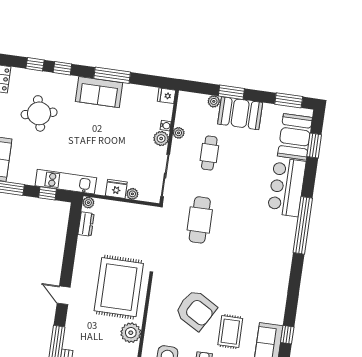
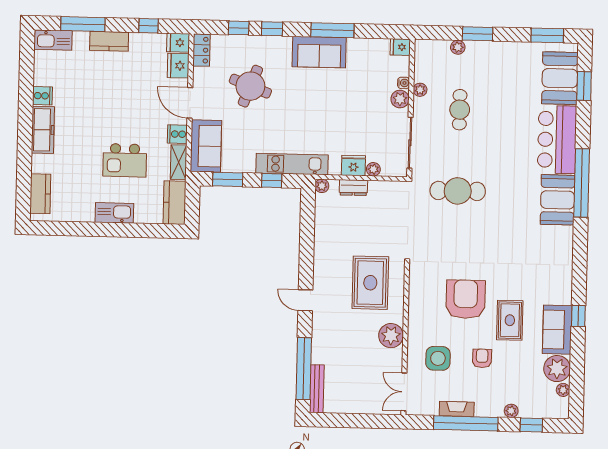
round table: (39, 113) -> (250, 86), turned 34
booth: (240, 113) -> (558, 200), moved, turned 90
cafe table: (200, 220) -> (458, 191), turned 90
dresser: (86, 224) -> (353, 188), moved, turned 90
rug: (119, 287) -> (370, 283), width x0.73, depth x0.69
armchair: (196, 310) -> (466, 299), turned -120

